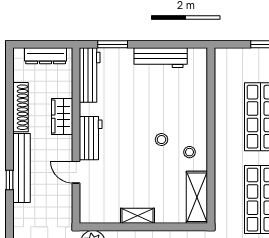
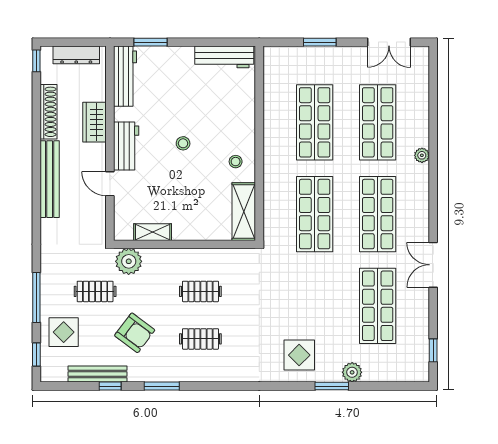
workbench: (161, 58) -> (224, 57), moved
stool: (161, 140) -> (183, 143), moved
window: (9, 180) -> (36, 61), moved
shelving: (137, 216) -> (153, 232), moved

